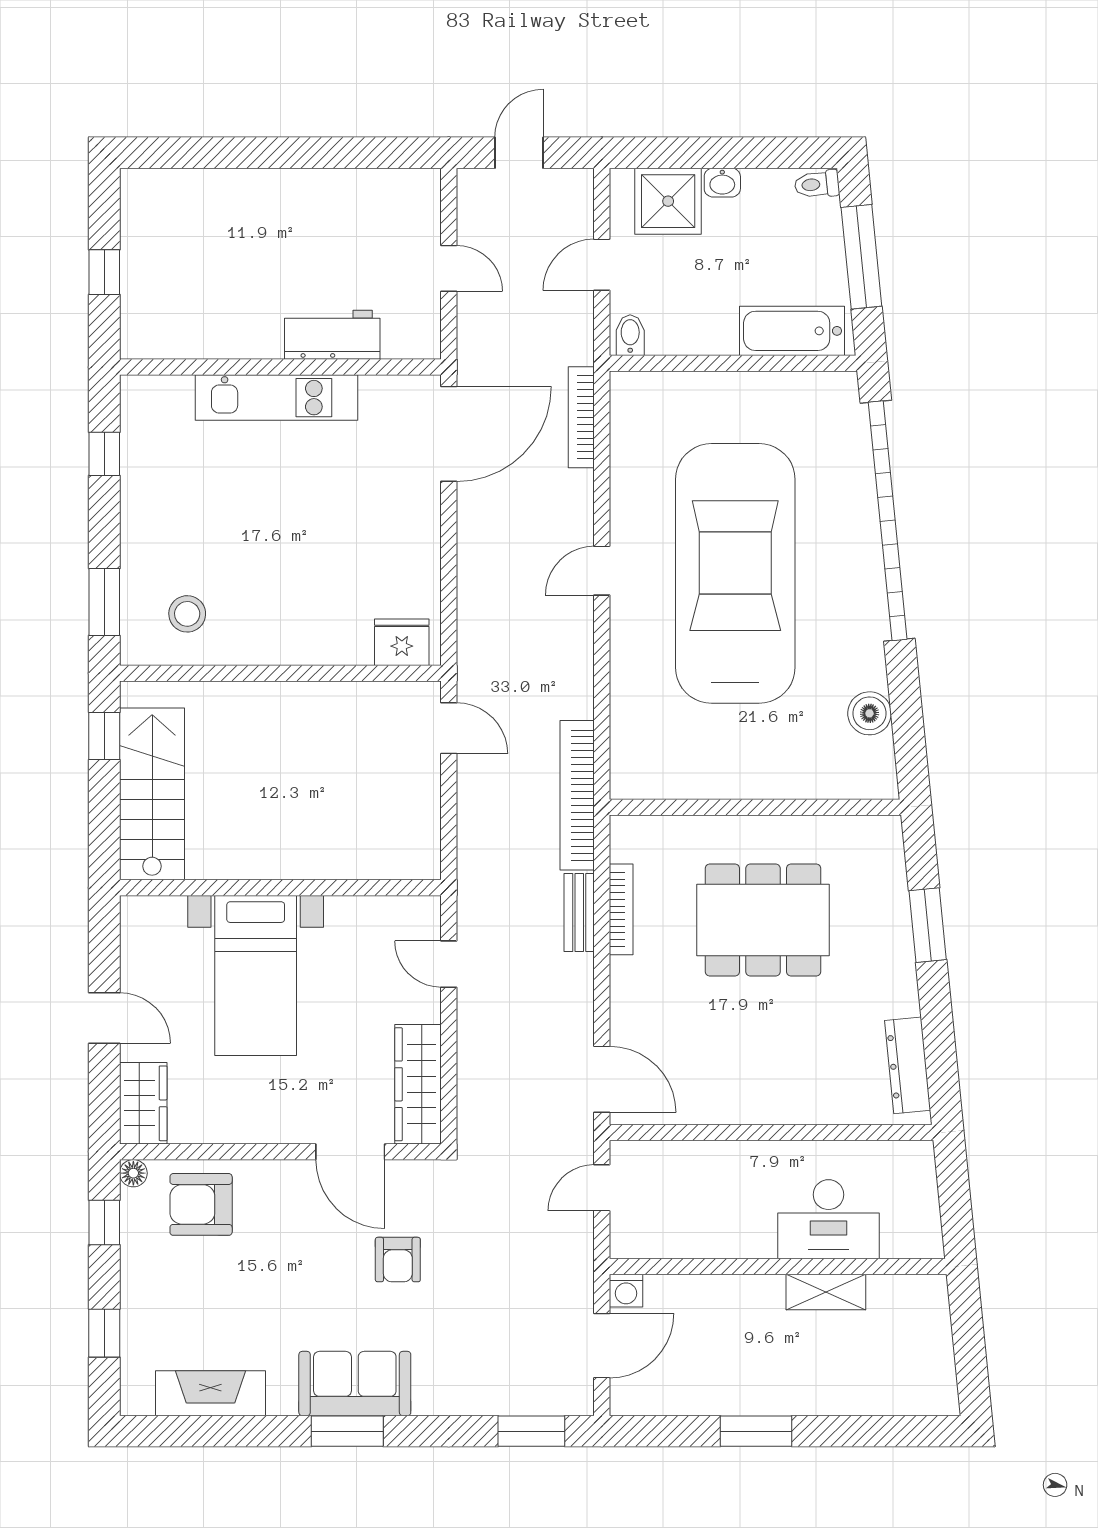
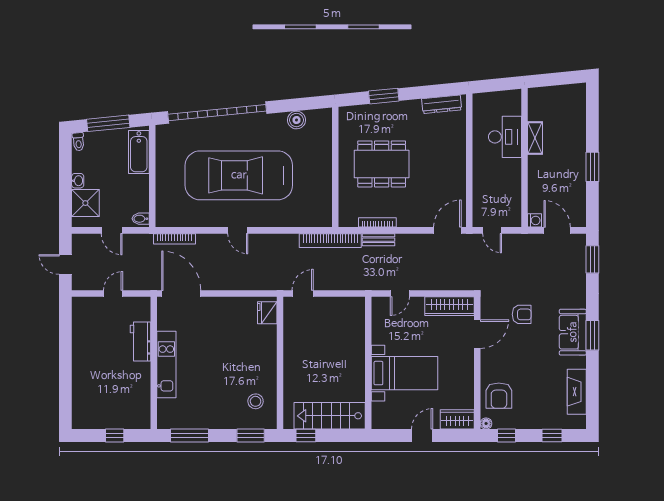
window: (104, 454) -> (190, 435), width x2.17
dining table: (763, 920) -> (382, 164), turned 90

